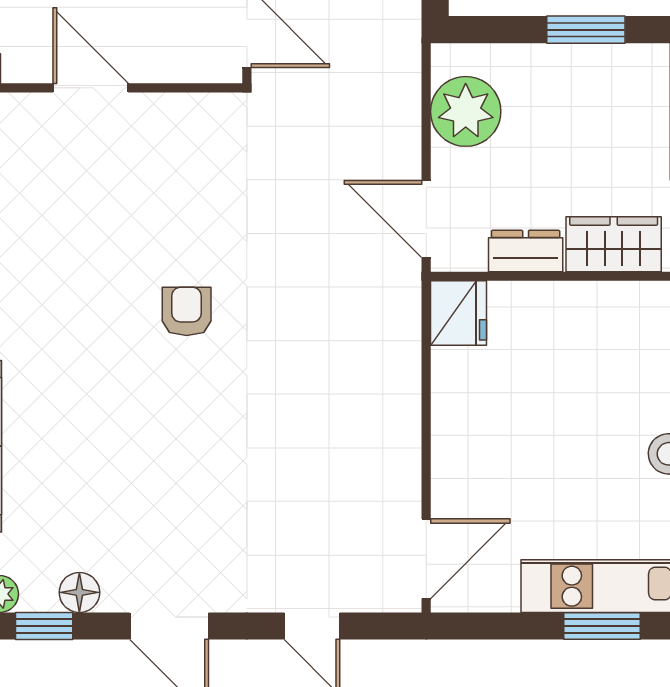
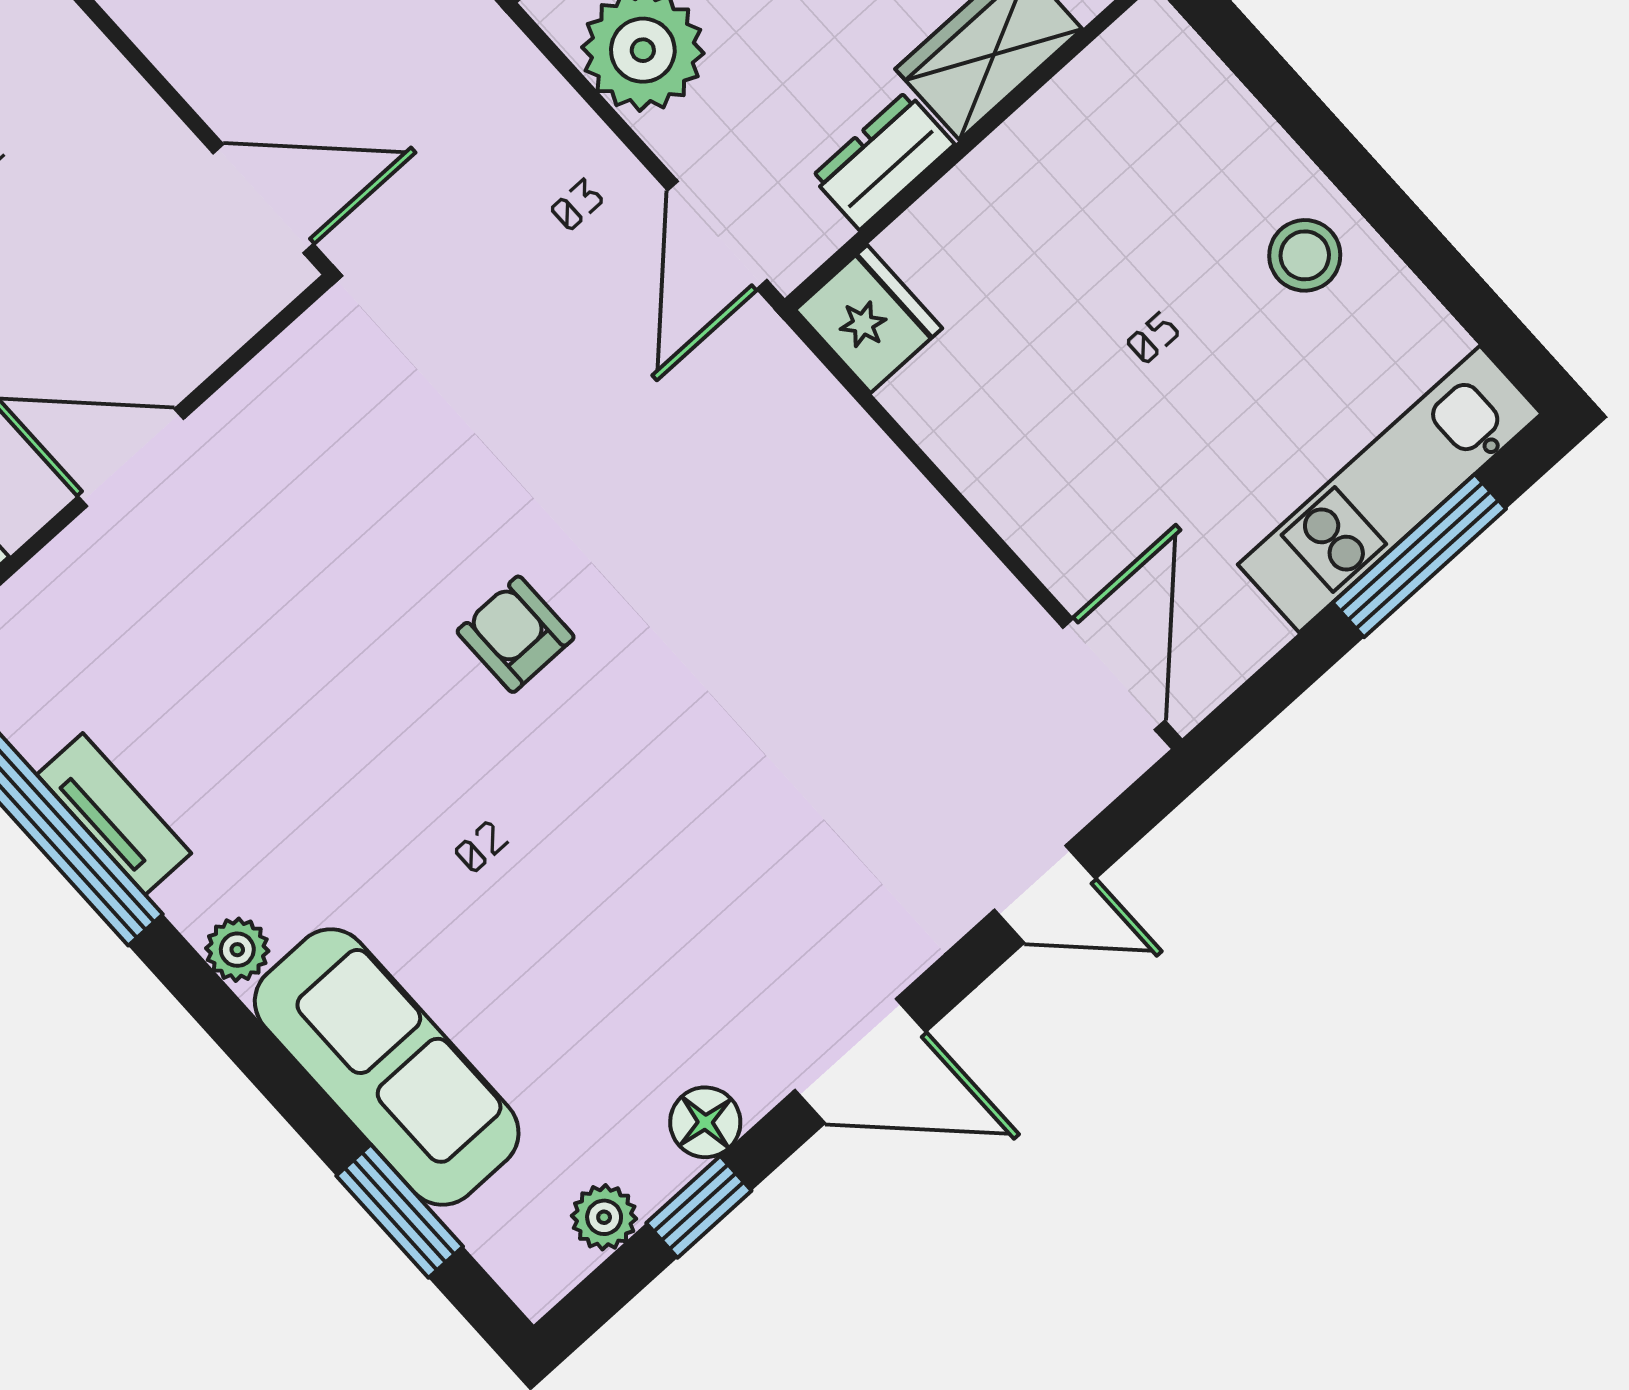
door: (426, 219) -> (717, 235), hinge flipped
window: (602, 626) -> (1419, 556), width x1.44

